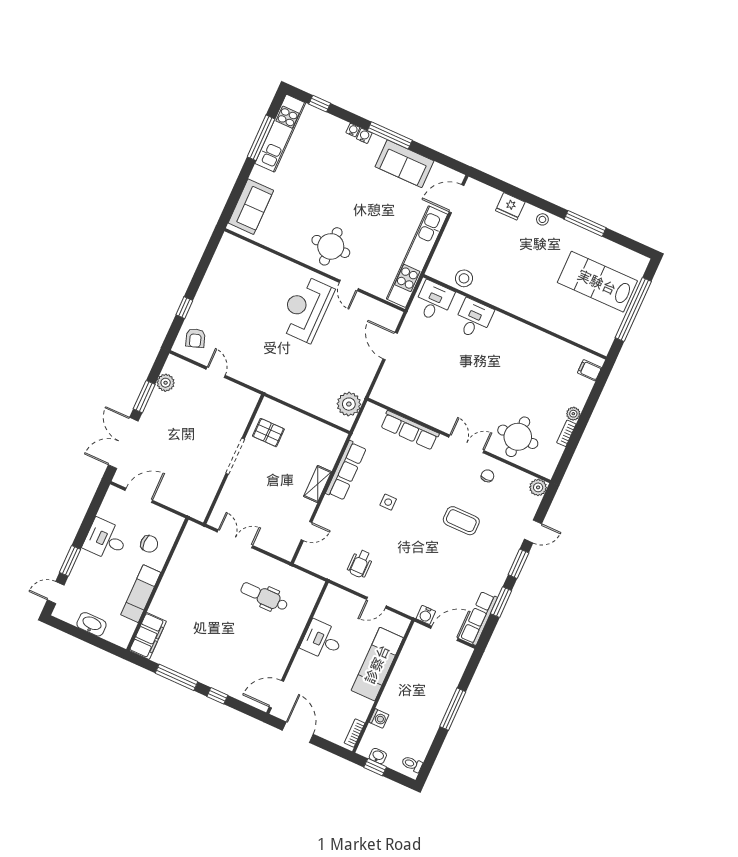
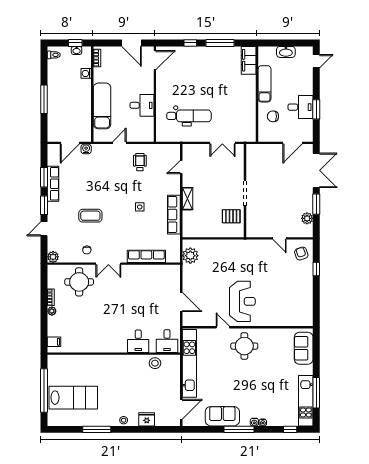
window: (70, 561) -> (316, 109), moved
dental chair: (264, 597) -> (189, 116), width x1.36, depth x1.38
row of seats: (479, 618) -> (53, 184), moved

